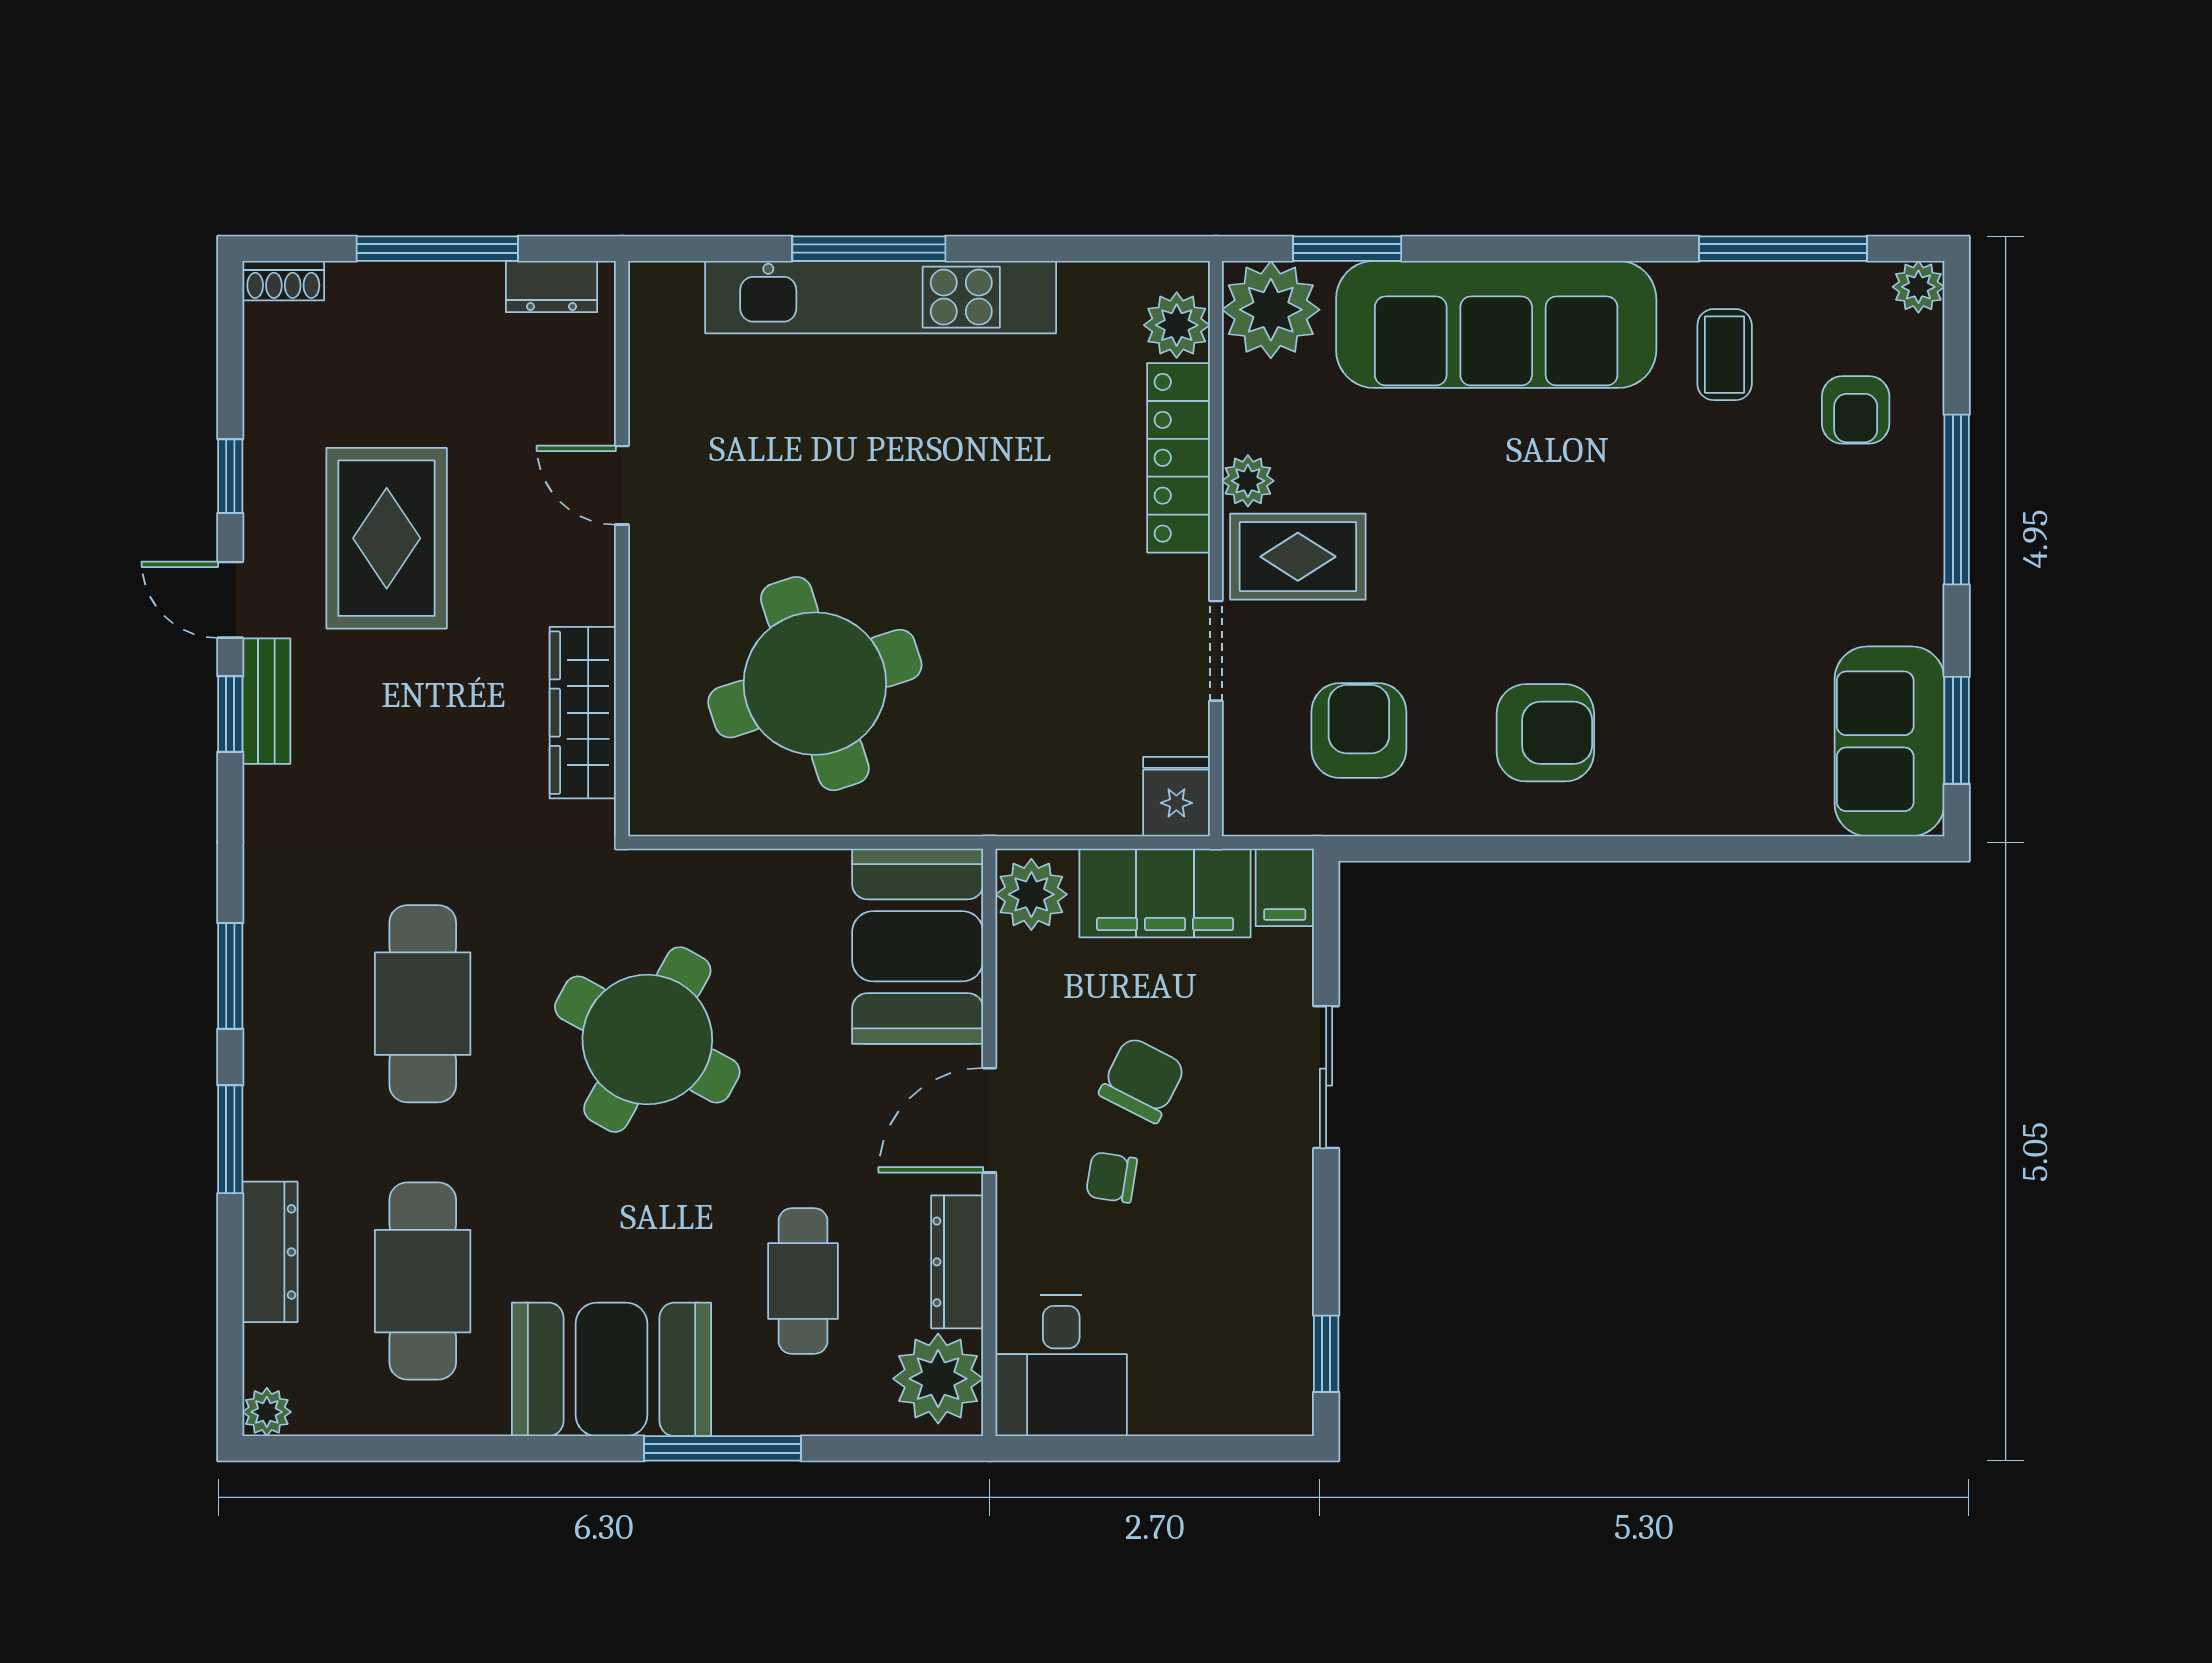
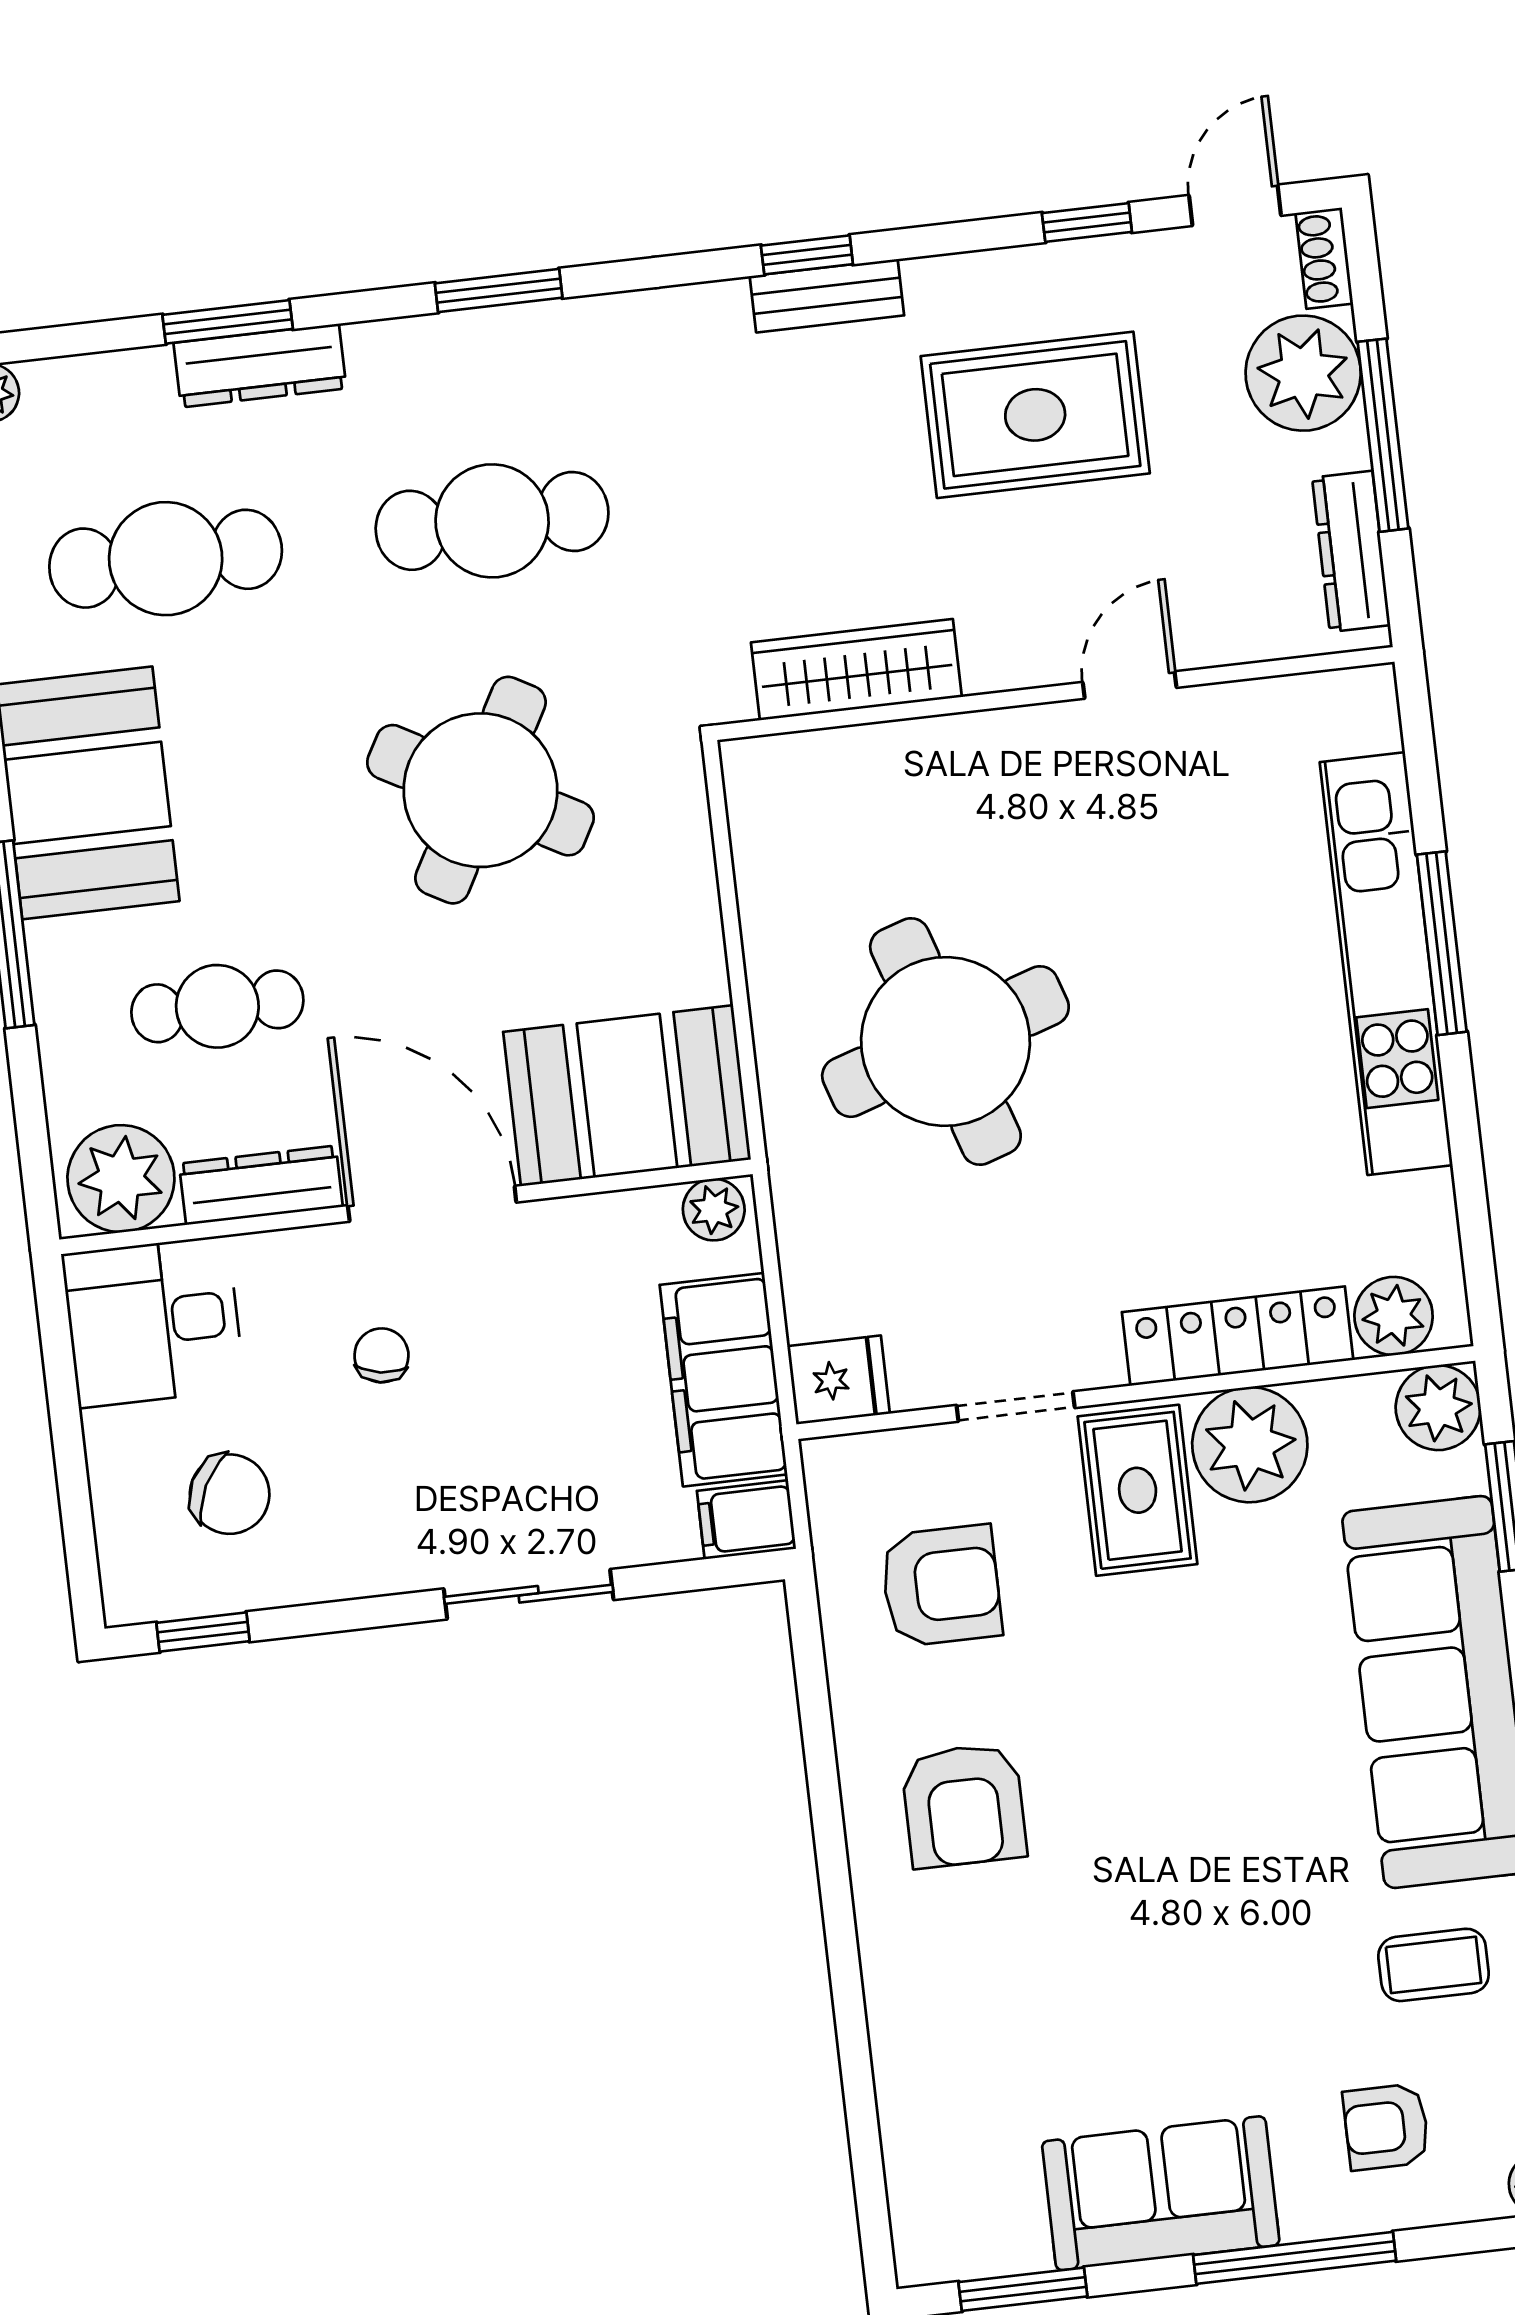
dresser: (552, 287) -> (1351, 551), width x1.44
plant: (378, 309) -> (1303, 373), added
plant: (1271, 310) -> (1438, 1408), width x0.73, depth x0.73
plant: (1248, 481) -> (1250, 1445), width x1.88, depth x1.88
door: (230, 600) -> (1235, 205), moved
round table: (815, 684) -> (945, 1042), moved
sofa: (1889, 741) -> (1161, 2193), moved
plant: (1031, 894) -> (714, 1210), width x0.73, depth x0.73
chair: (1142, 1080) -> (230, 1494), moved
door: (989, 1120) -> (432, 1204), width x1.36
window: (230, 1139) -> (228, 322), moved
dresser: (270, 1252) -> (260, 366), moved

